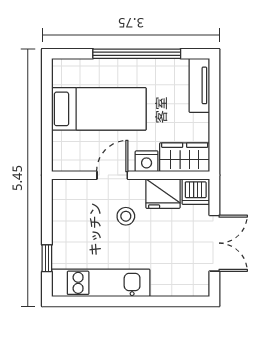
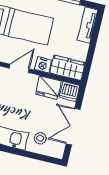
stool: (126, 216) -> (40, 138), moved
double door: (214, 243) -> (73, 126), swing flipped

